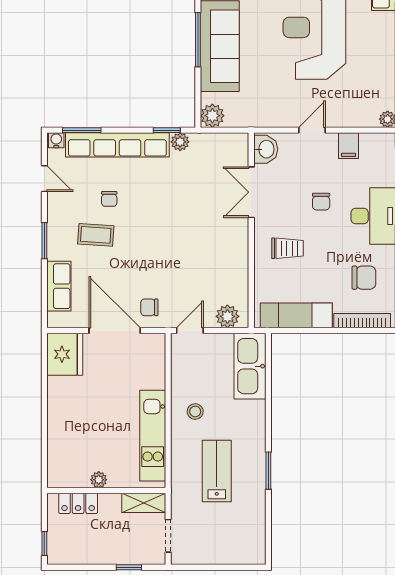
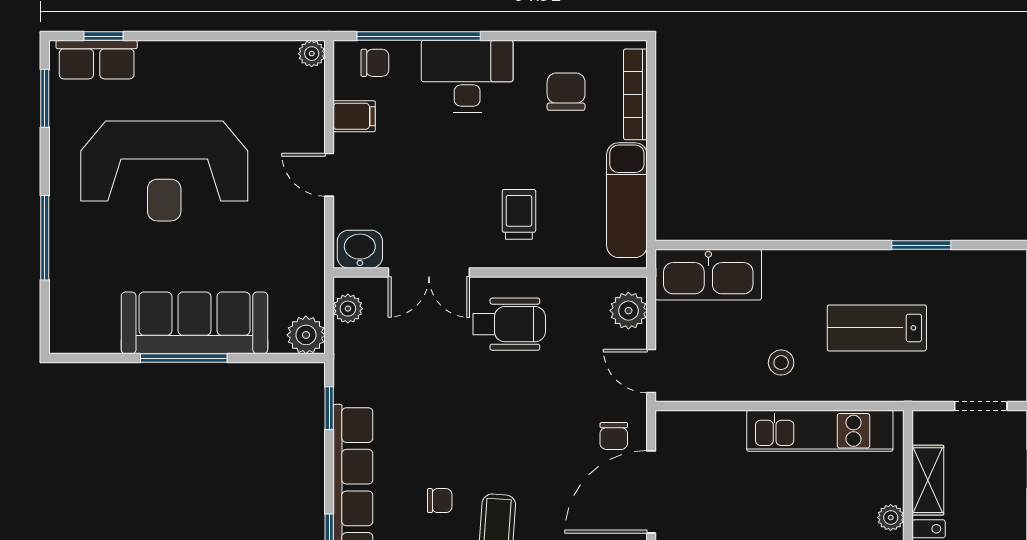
plant: (180, 142) -> (348, 309), moved
chair: (321, 202) -> (375, 63), moved
wheelchair: (219, 242) -> (509, 324), added
window: (268, 471) -> (921, 245), moved
shelving: (144, 503) -> (928, 480), moved

